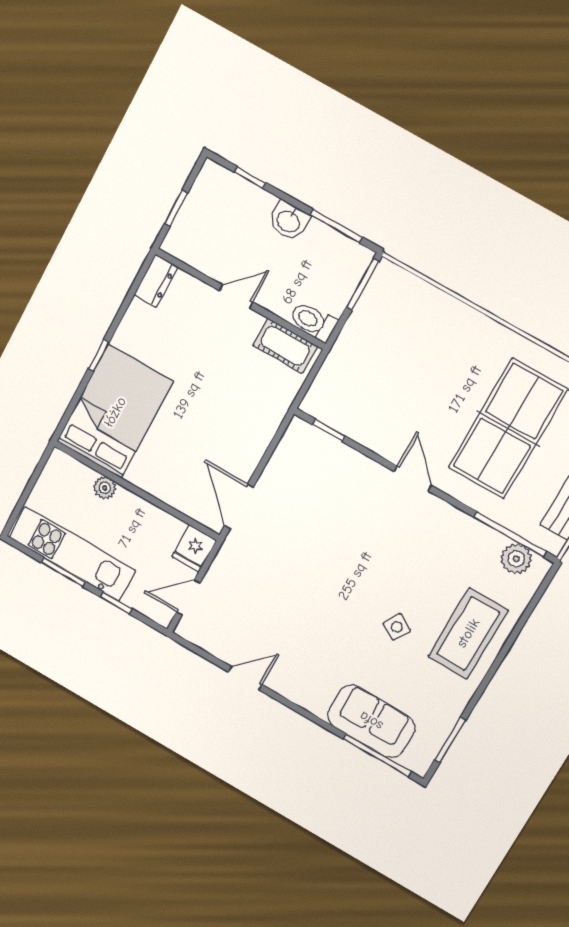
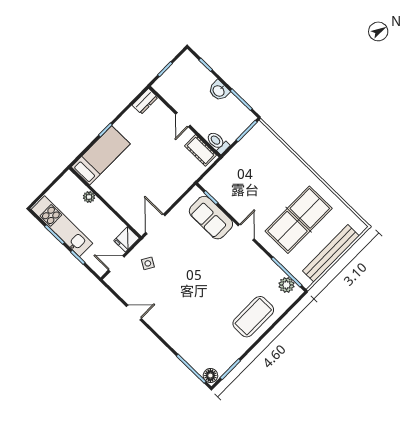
door: (236, 296) -> (183, 120), swing flipped
bed: (115, 412) -> (101, 155), width x0.67
side table: (397, 627) -> (148, 263), moved
sofa: (371, 721) -> (211, 218), moved, turned 180
floor lamp: (416, 760) -> (210, 376), added

